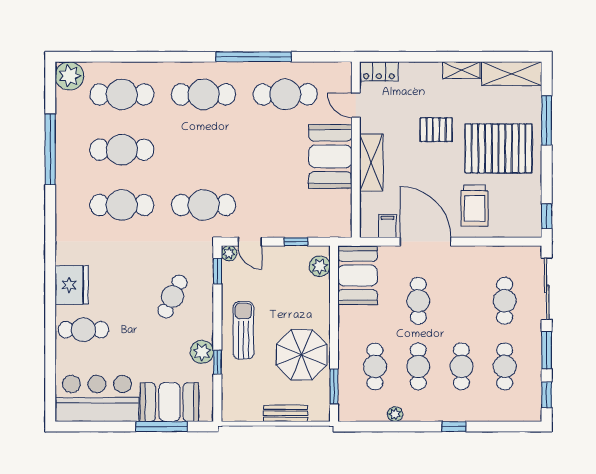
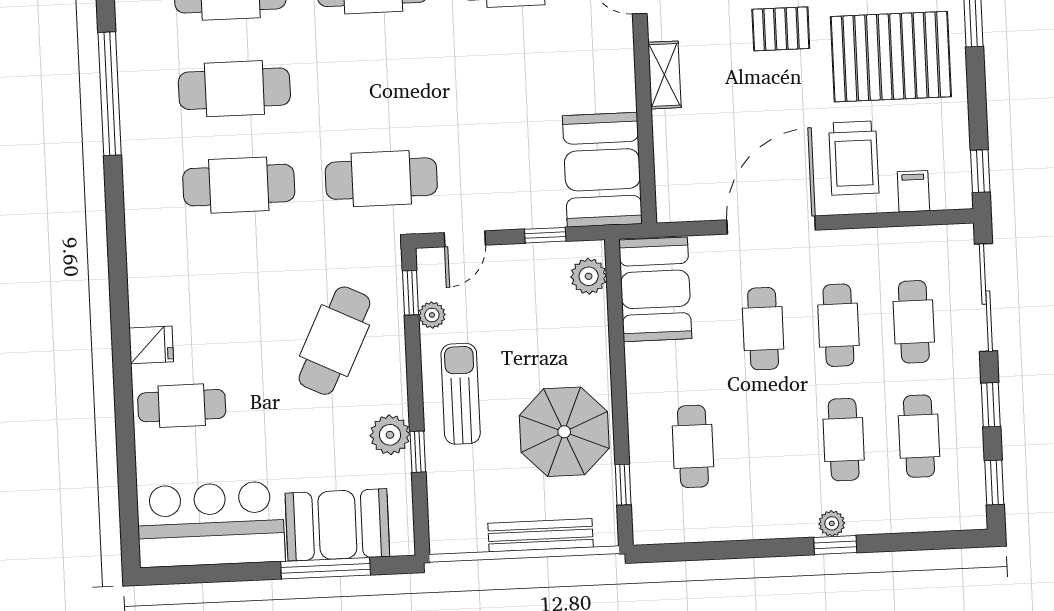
booth: (330, 156) -> (602, 170), moved
shelving: (371, 163) -> (664, 75), width x0.67, depth x0.75
filing cabinet: (387, 226) -> (913, 191), moved
door: (250, 242) -> (465, 239), hinge flipped
door: (426, 242) -> (771, 225), hinge flipped
plant: (229, 253) -> (432, 315), moved
fridge: (72, 285) -> (151, 345), width x0.53, depth x0.75
cafe table: (173, 297) -> (334, 341), width x1.37, depth x1.35
window: (547, 350) -> (991, 405), width x0.67
cafe table: (418, 366) -> (838, 325), moved
window: (334, 386) -> (623, 485), width x0.67
bench: (285, 413) -> (541, 535), width x1.36
plant: (395, 414) -> (832, 523), moved

